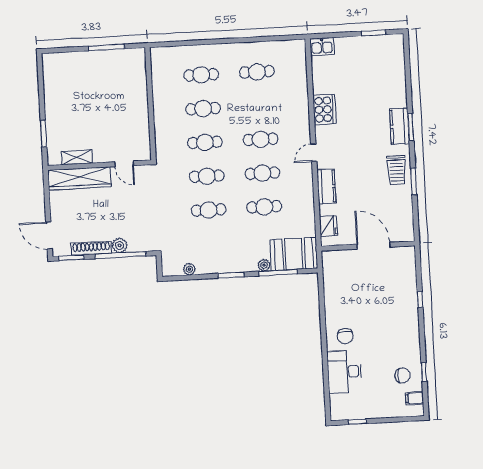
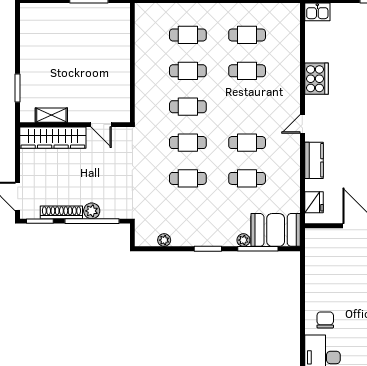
cafe table: (261, 139) -> (247, 71), moved
chair: (345, 336) -> (325, 320), turned 180

